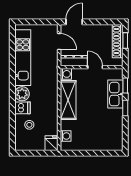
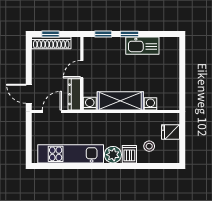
kitchen sink: (115, 94) -> (142, 46), moved
washing machine: (66, 136) -> (150, 104), moved
fridge: (51, 143) -> (171, 132), moved

